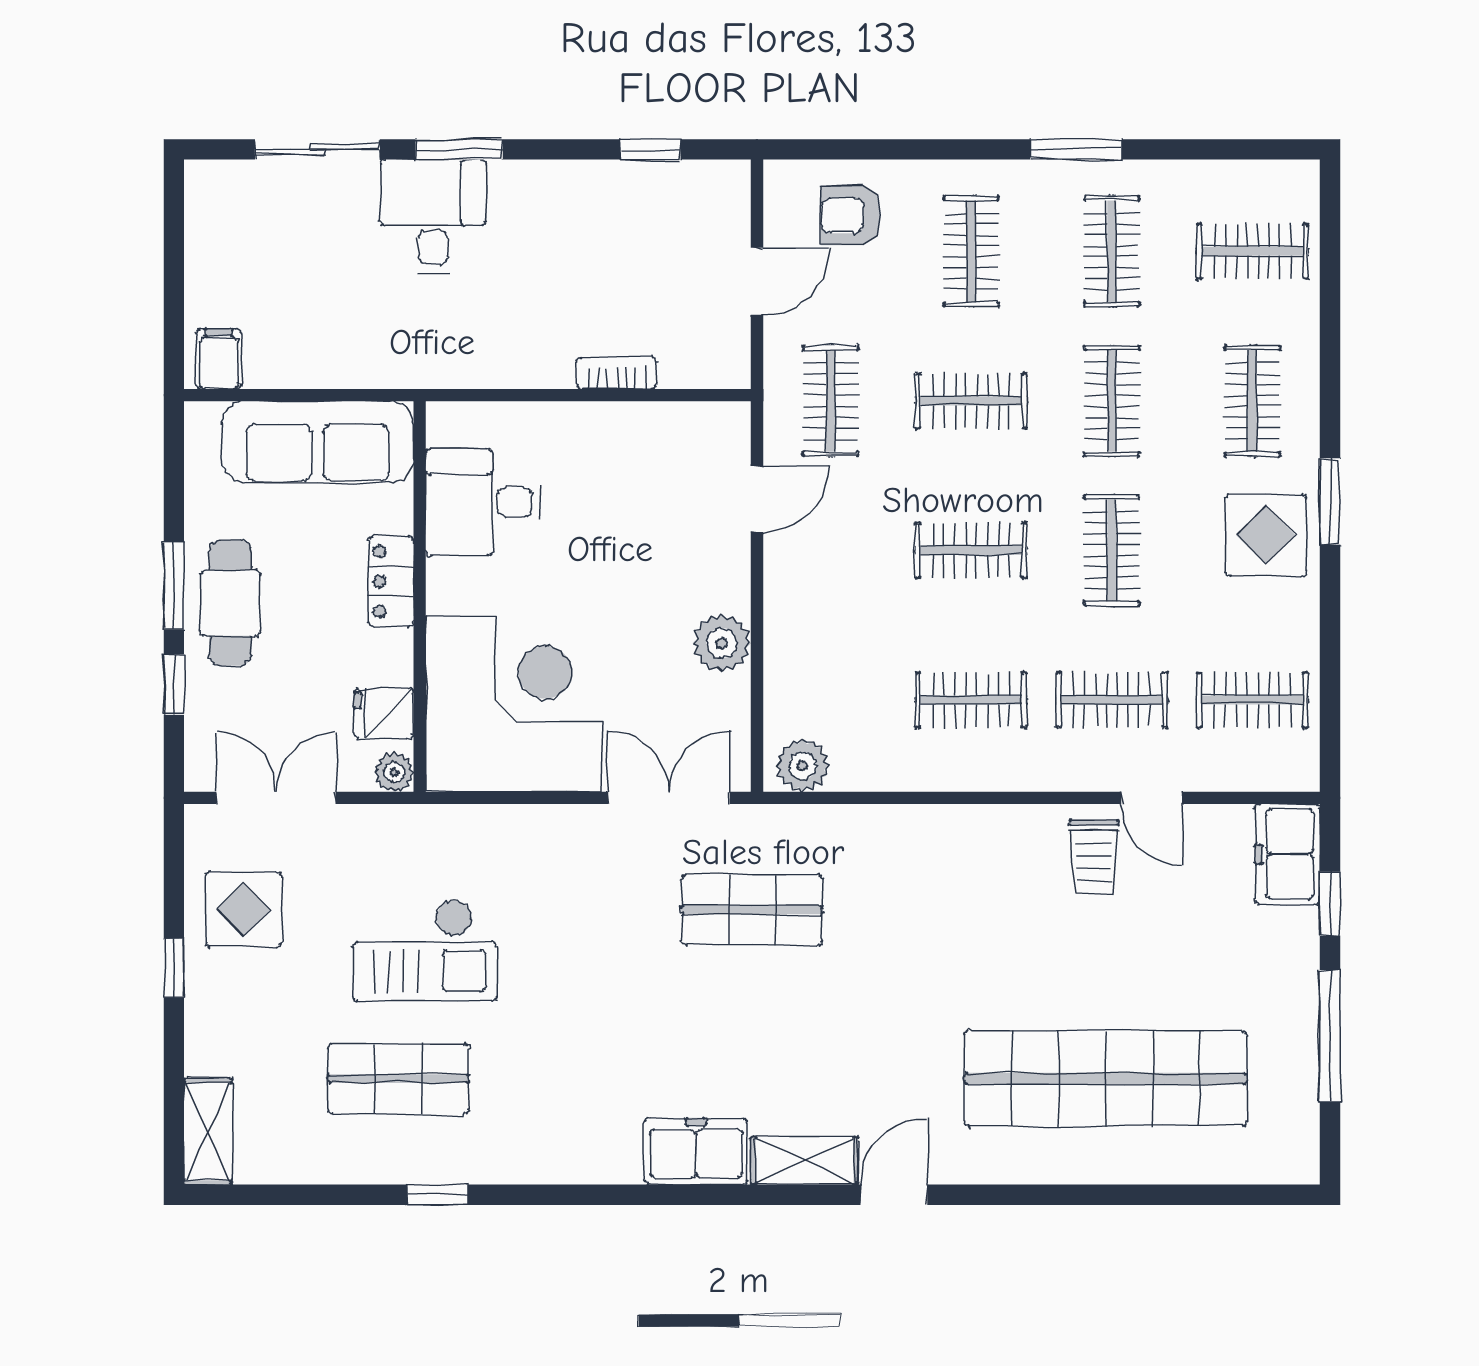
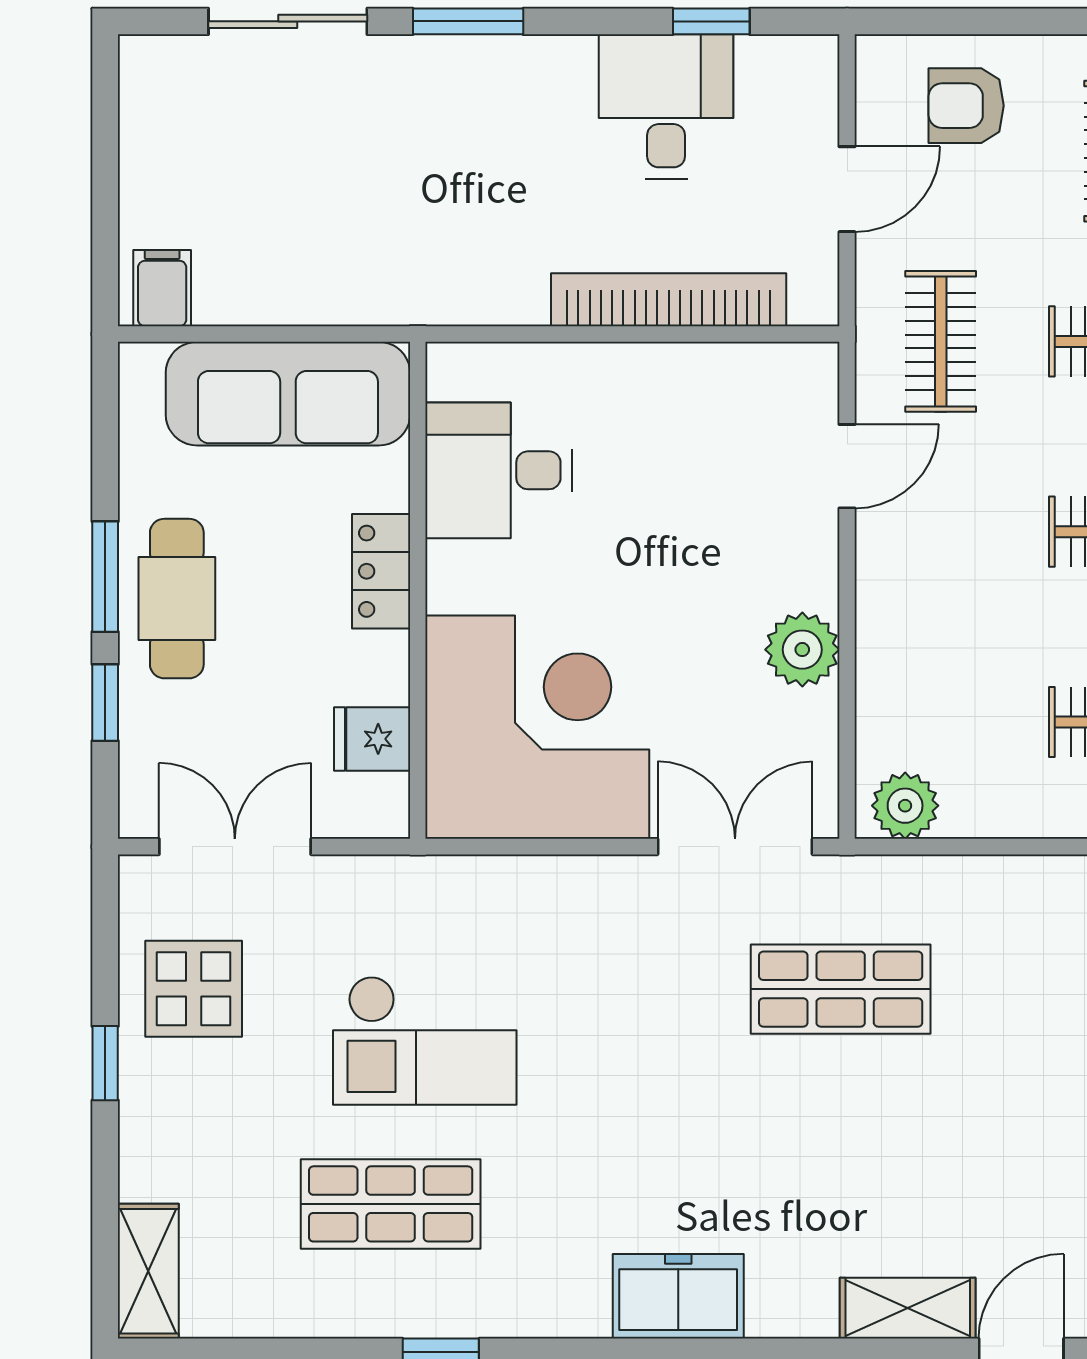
desk: (433, 216) -> (666, 107), moved
bookcase: (617, 373) -> (669, 300), width x2.31, depth x1.31
plant: (394, 772) -> (385, 814), removed
freezer: (696, 1151) -> (678, 1296), moved

